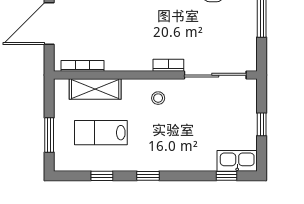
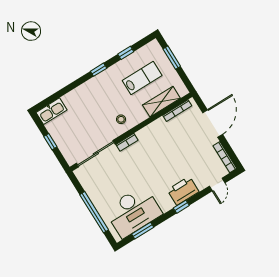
window: (226, 176) -> (52, 98), removed

